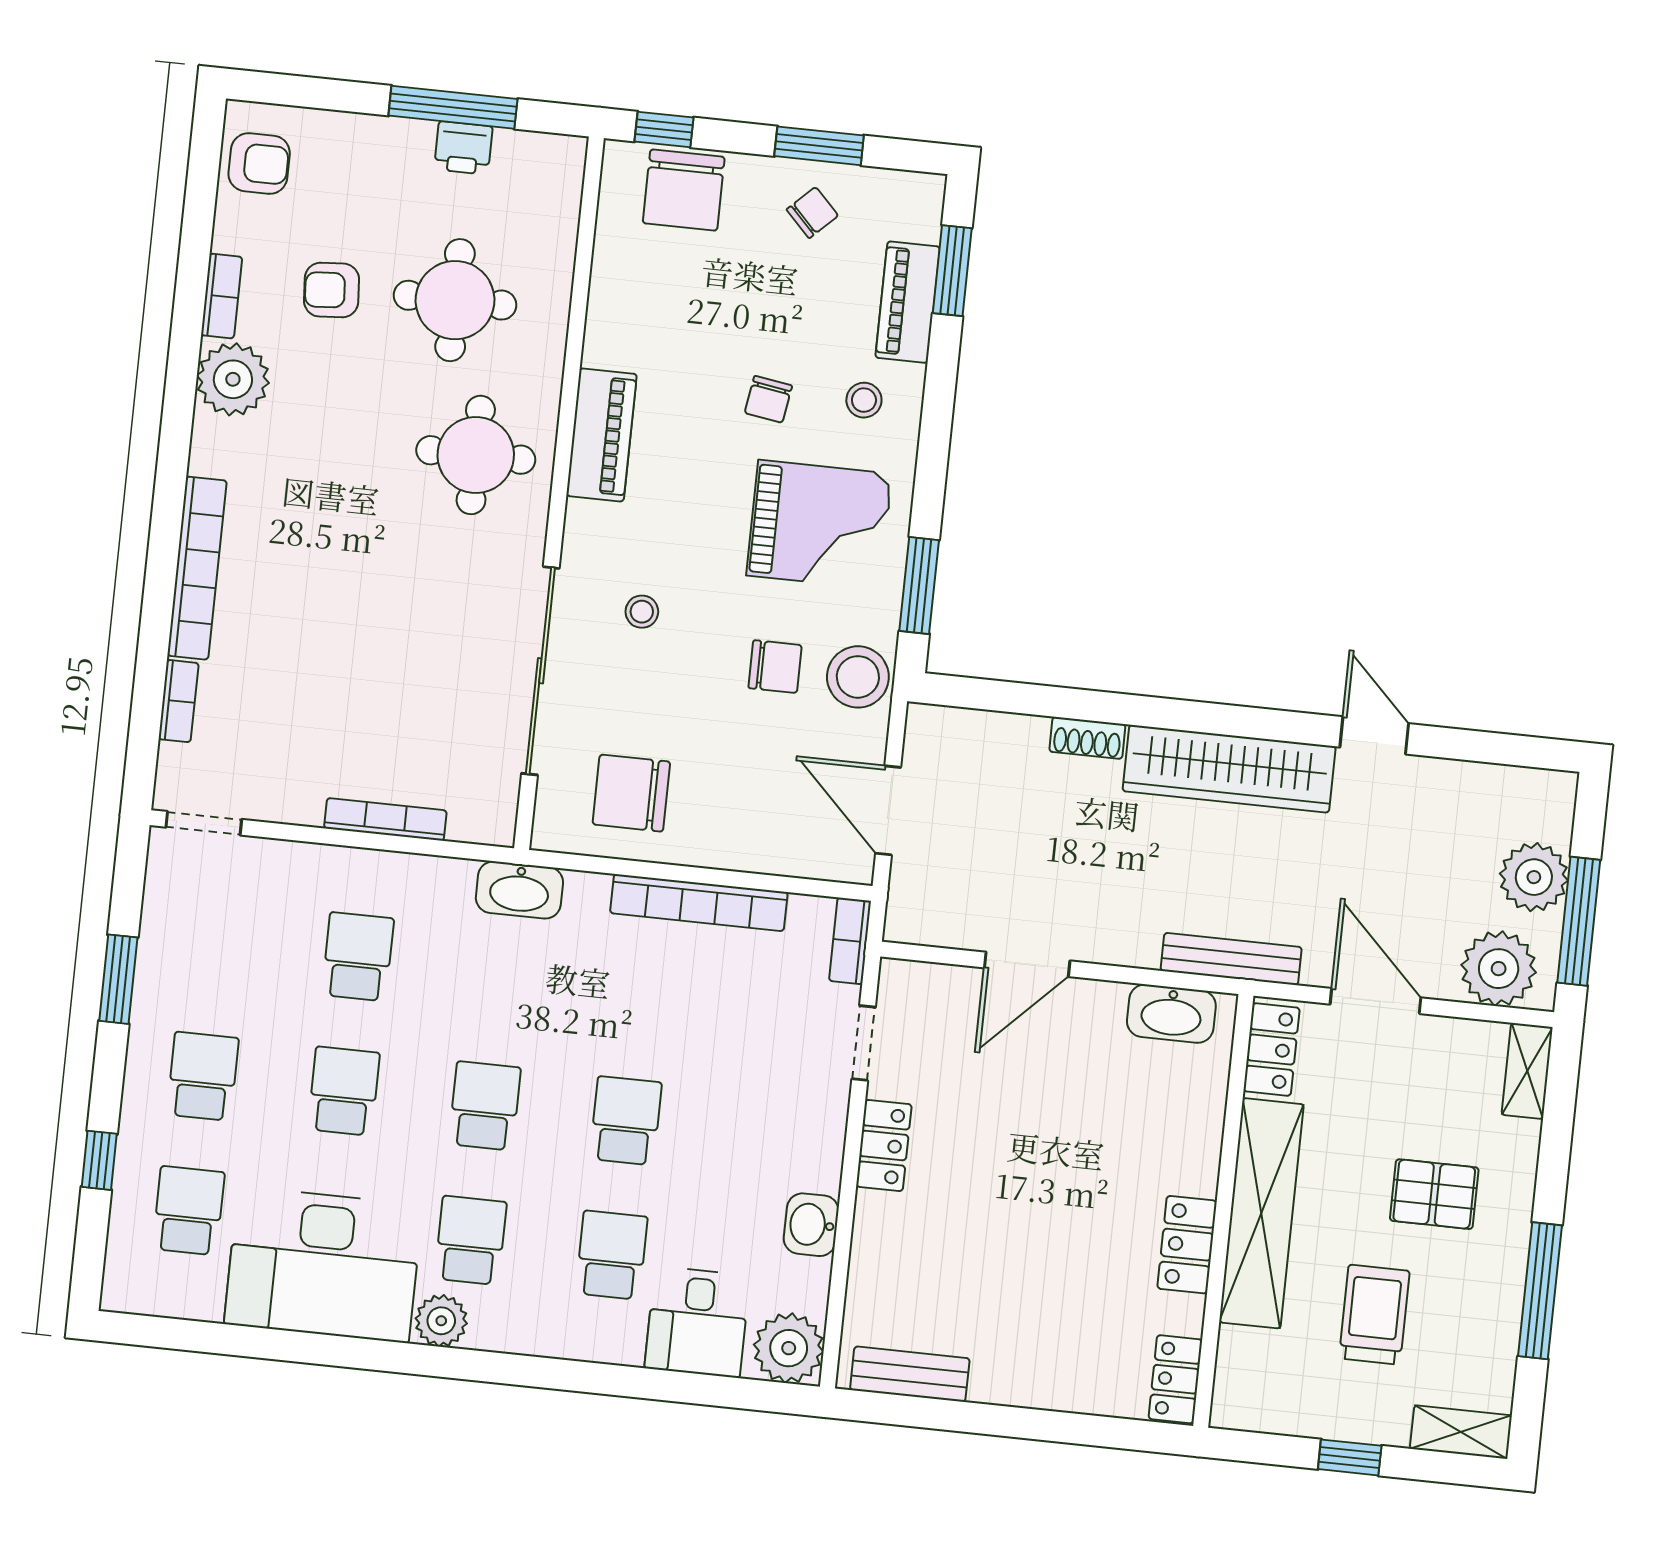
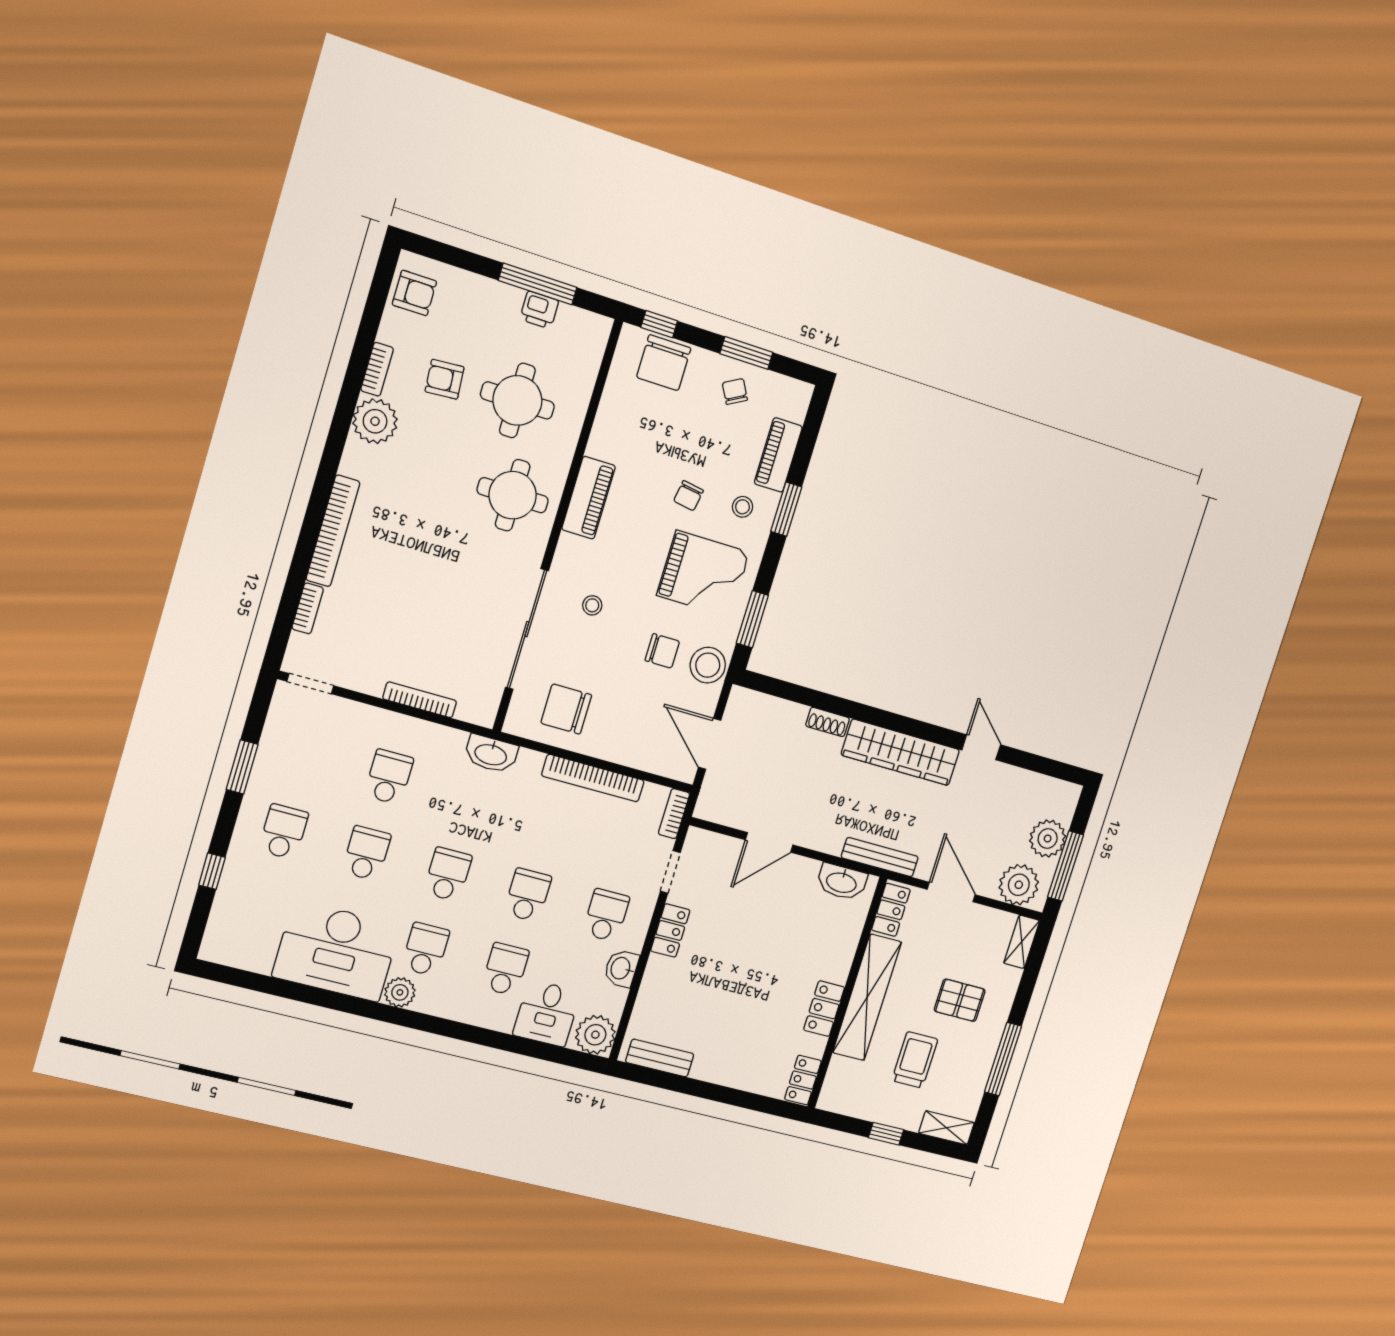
chair: (812, 213) -> (735, 392), turned -75
window: (952, 271) -> (786, 509), moved
school desk: (189, 1211) -> (606, 915), moved

